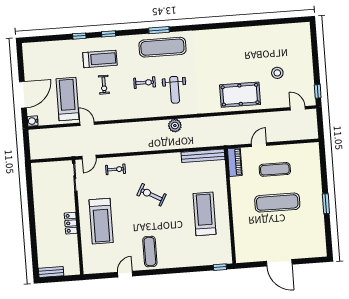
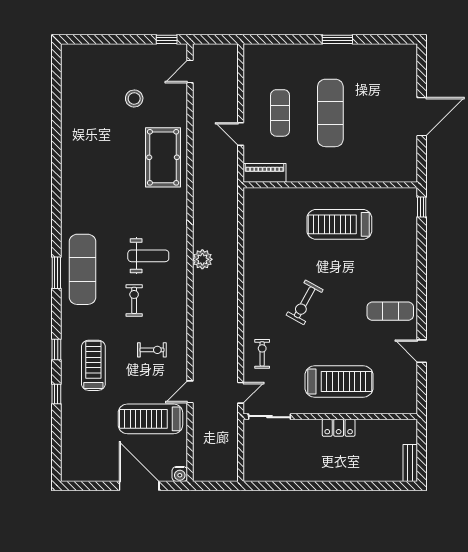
exercise bike: (104, 85) -> (152, 350), moved
bench: (203, 156) -> (251, 220), removed
door: (89, 157) -> (241, 393), hinge flipped

